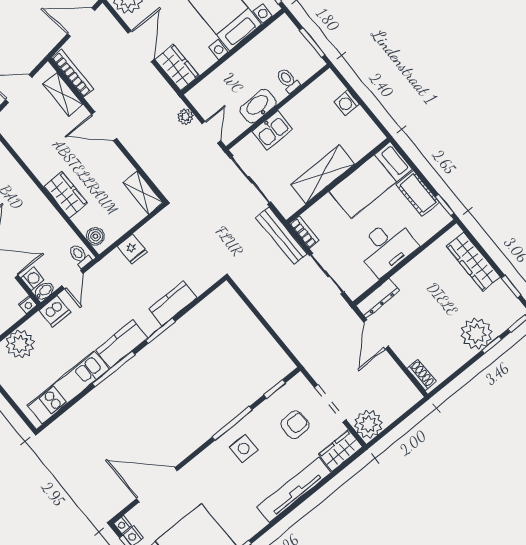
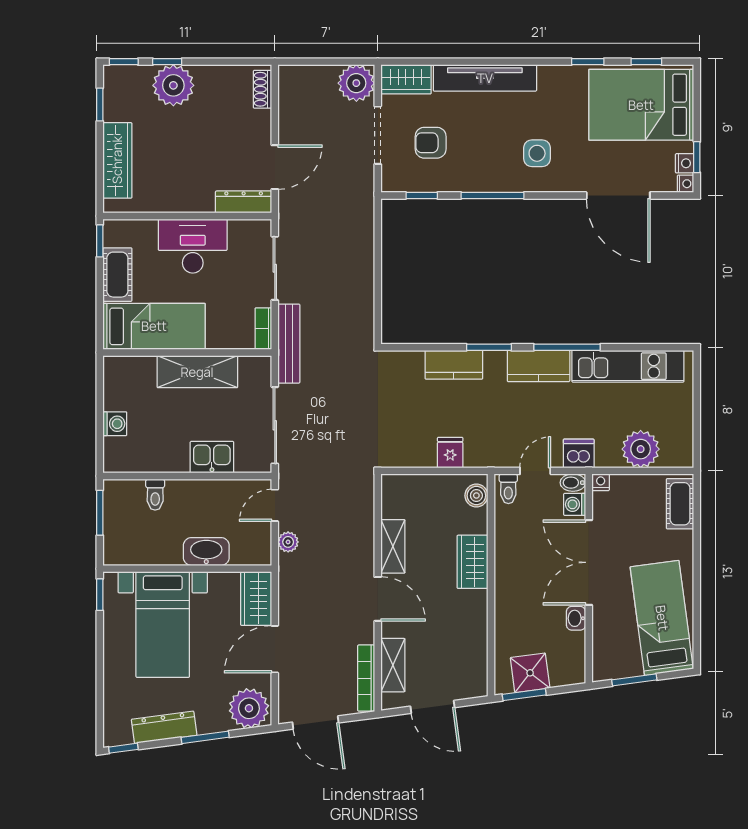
washbasin: (258, 106) -> (206, 552), moved, turned 180
shelving: (143, 192) -> (393, 546), moved
side table: (244, 449) -> (537, 153), moved

